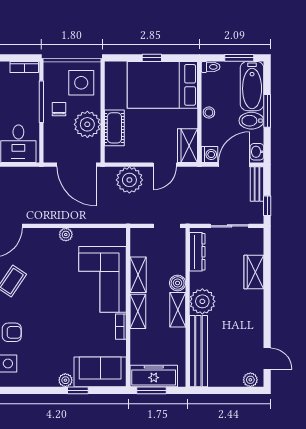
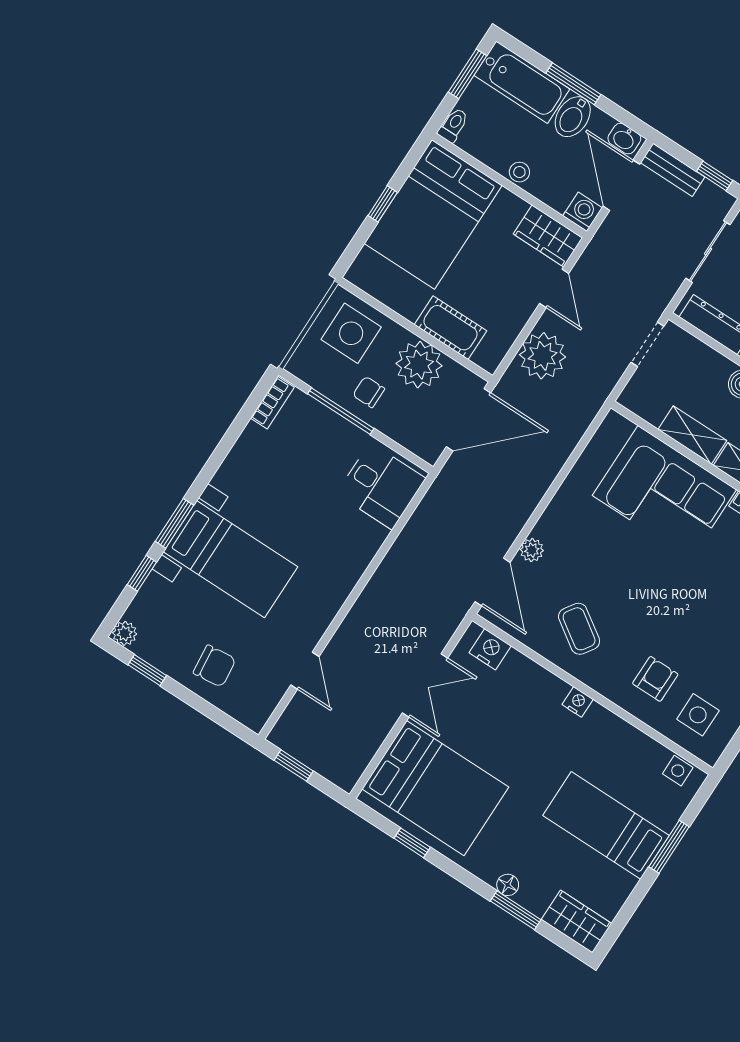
plant: (66, 235) -> (532, 550), moved

